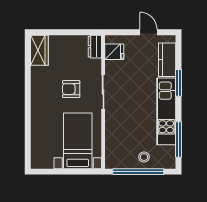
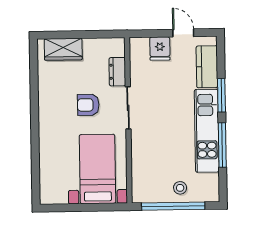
dresser: (95, 47) -> (117, 72), moved
wardrobe: (39, 50) -> (63, 49), moved, turned 90
fridge: (114, 52) -> (160, 49), moved, turned 90
window: (178, 139) -> (222, 145), moved

